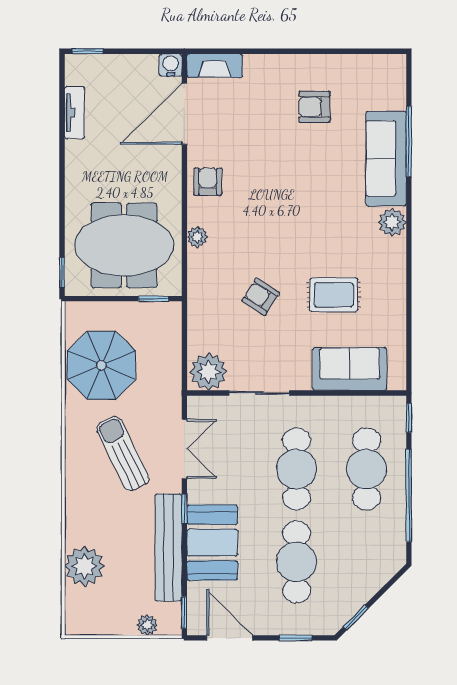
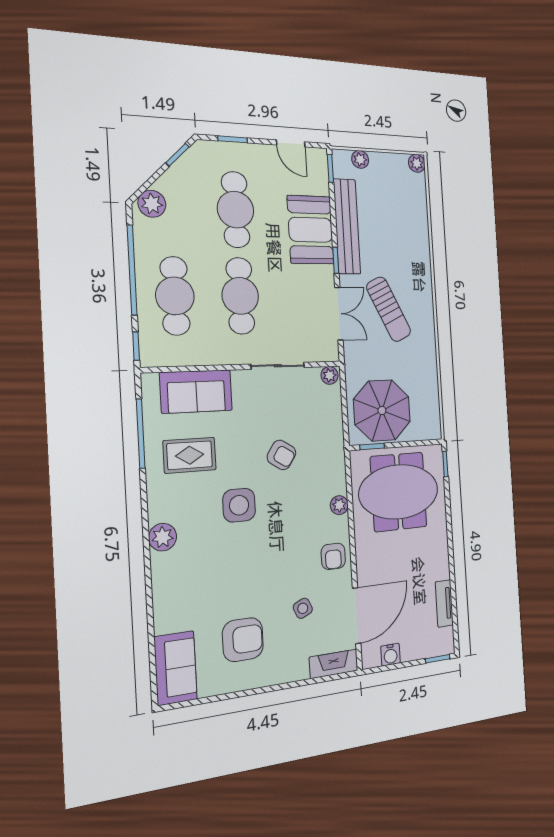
water cooler: (171, 65) -> (391, 655), moved
armchair: (314, 107) -> (243, 640), width x1.38, depth x1.38
side table: (246, 130) -> (303, 608), added
window: (409, 142) -> (141, 434), moved
sofa: (386, 159) -> (176, 668), moved, width x0.73
side table: (311, 247) -> (239, 505), added
rug: (334, 295) -> (190, 455), moved
parasol: (101, 365) -> (382, 411), moved
plant: (209, 372) -> (330, 375), width x0.53, depth x0.53
double door: (184, 449) -> (339, 314), swing flipped
plant: (385, 565) -> (152, 204), added
plant: (84, 566) -> (417, 163), moved, width x0.53, depth x0.53
door: (230, 638) -> (291, 143), width x0.73

